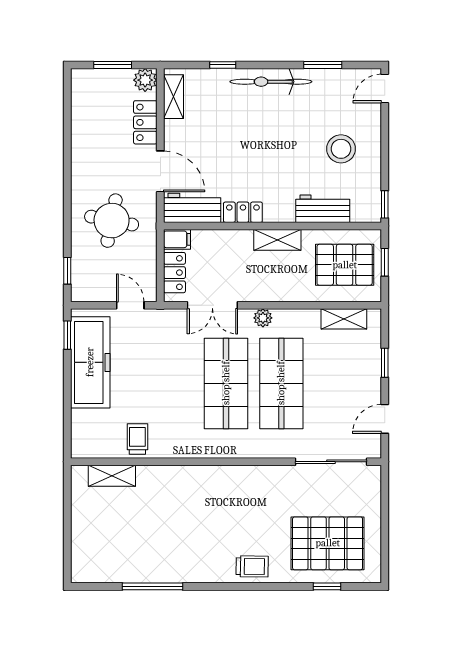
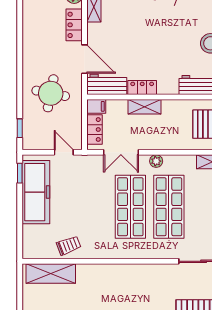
shelving: (277, 240) -> (145, 107), moved
trolley: (137, 439) -> (69, 245), turned 69
shelving: (112, 476) -> (51, 273), width x1.50, depth x1.33

